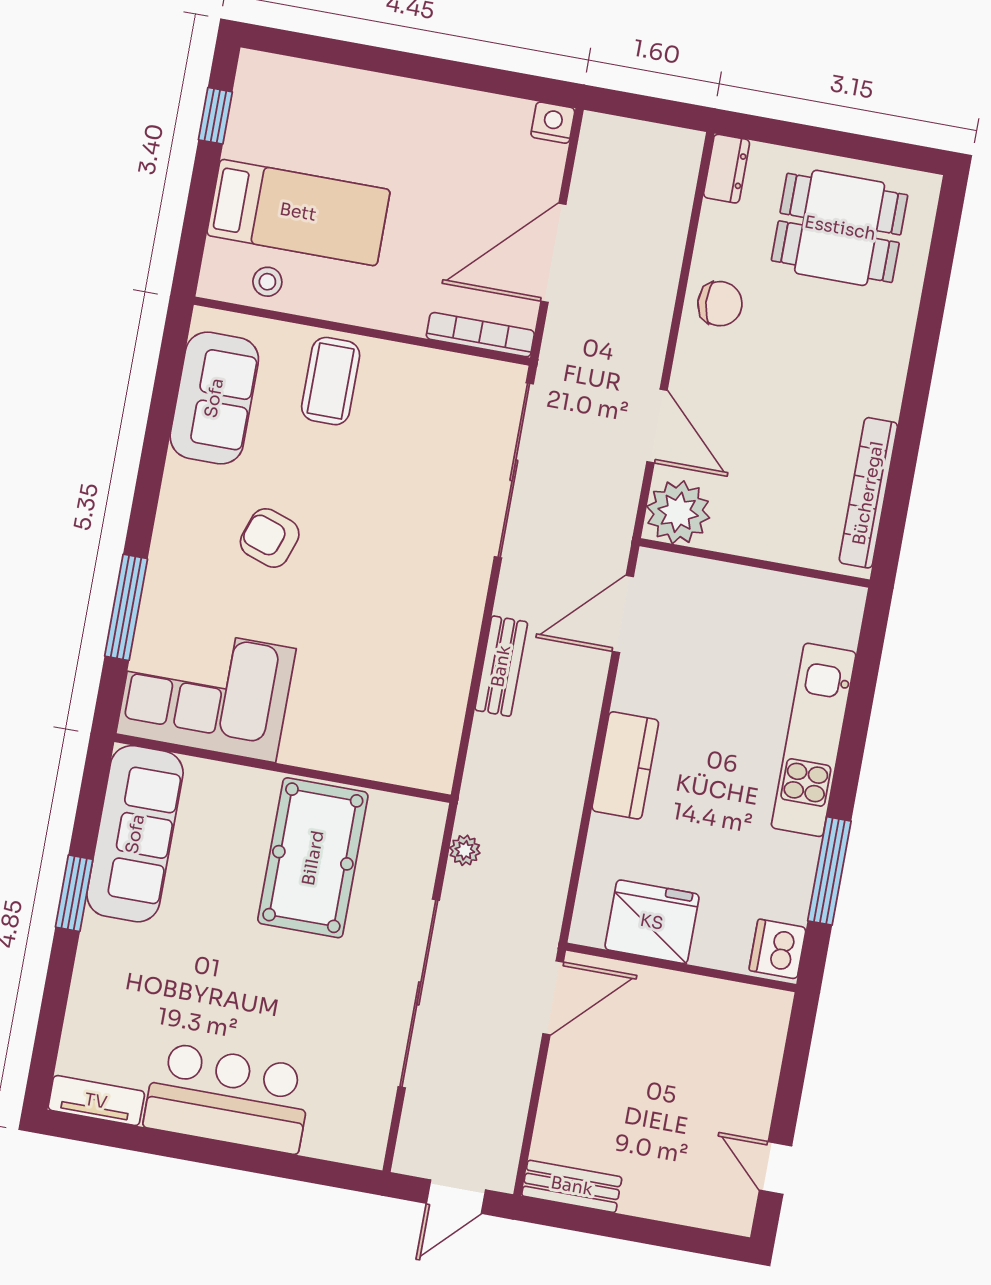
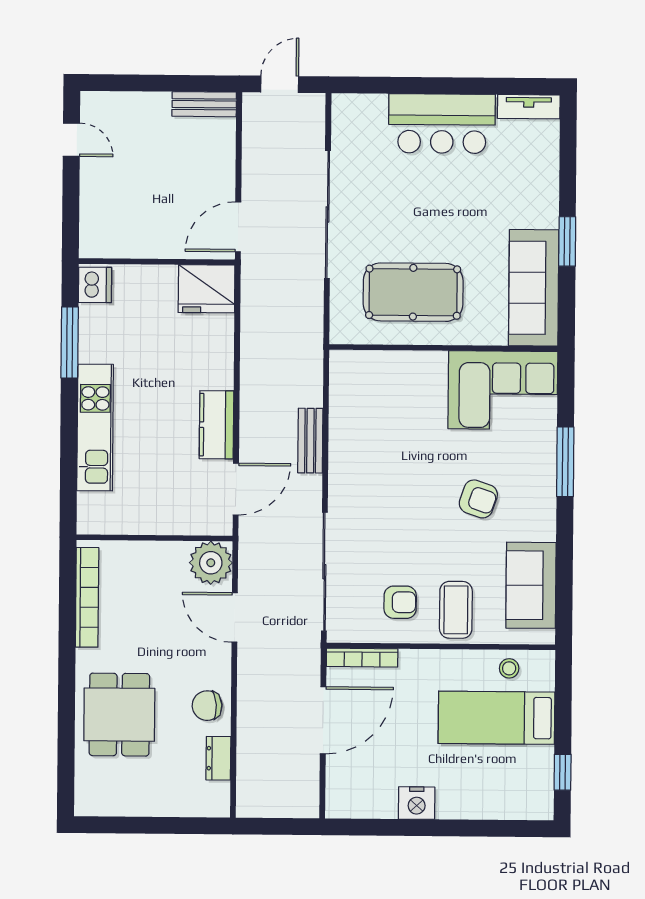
nightstand: (553, 123) -> (417, 803), moved, width x1.36, depth x1.33
dresser: (727, 169) -> (218, 758), moved
dining table: (840, 228) -> (119, 715), moved, turned 90
armchair: (411, 406) -> (400, 602), added
window: (126, 607) -> (565, 462), moved
kitchen counter: (625, 765) -> (217, 425), moved
plant: (465, 850) -> (313, 315), removed
pool table: (313, 858) -> (413, 292), turned 90
fridge: (652, 922) -> (207, 289), moved

